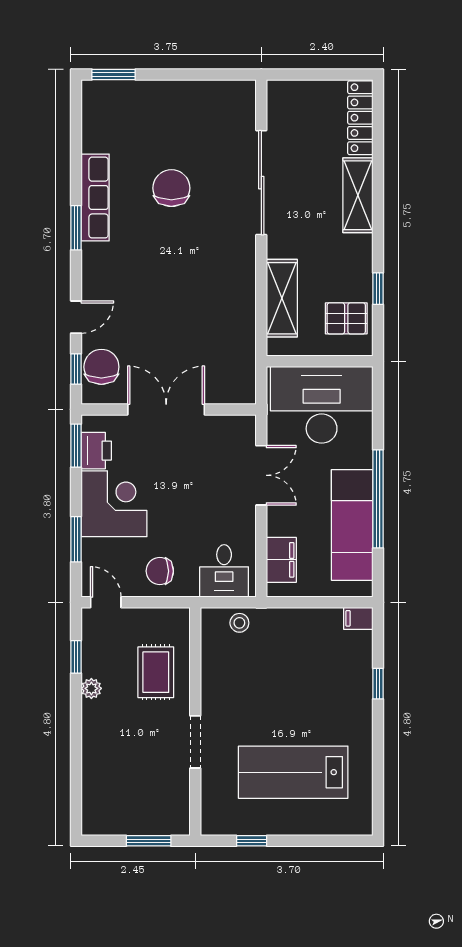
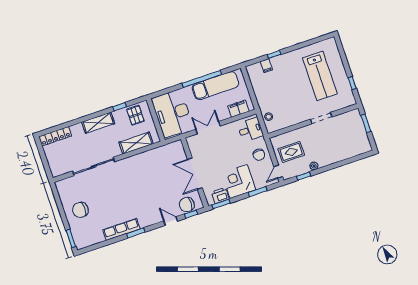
chair: (171, 188) -> (80, 210), moved
shelving: (358, 195) -> (98, 123), moved
filing cabinet: (358, 618) -> (266, 66), moved
rug: (156, 672) -> (291, 152), moved

